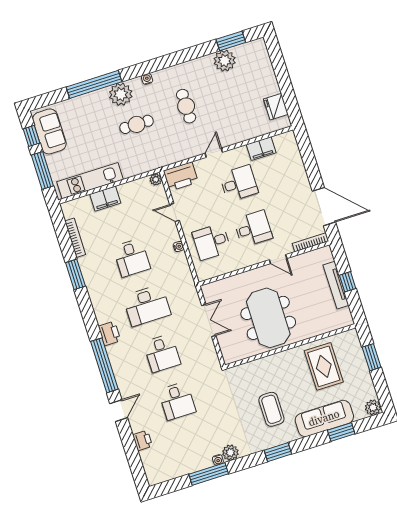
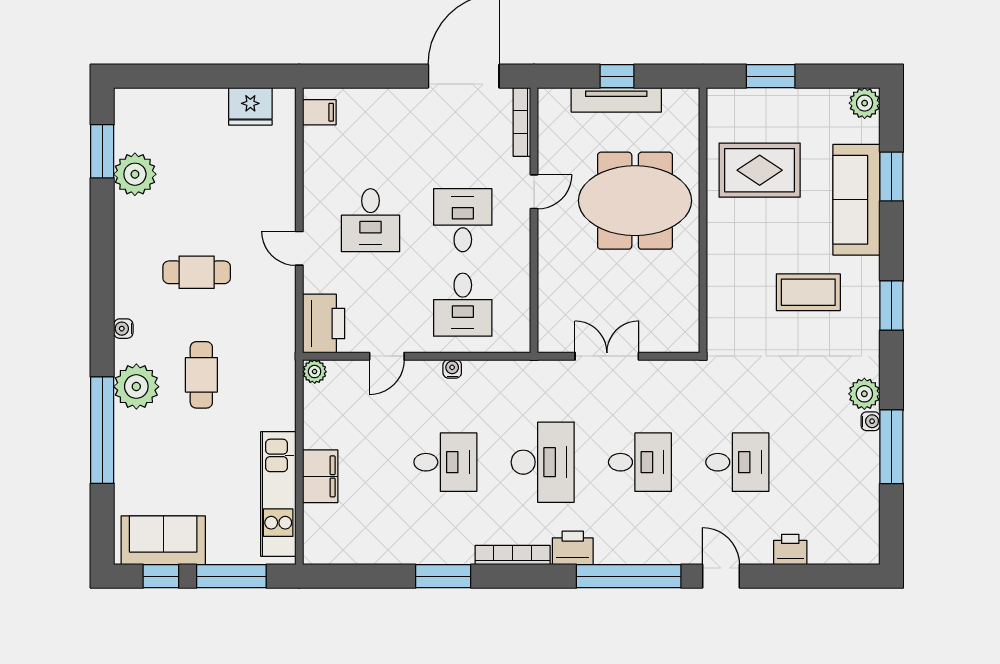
filing cabinet: (261, 149) -> (319, 112), moved, width x0.50
desk: (239, 183) -> (370, 220), turned 180
bookcase: (75, 238) -> (513, 555), moved
meeting table: (268, 318) -> (635, 201), moved

